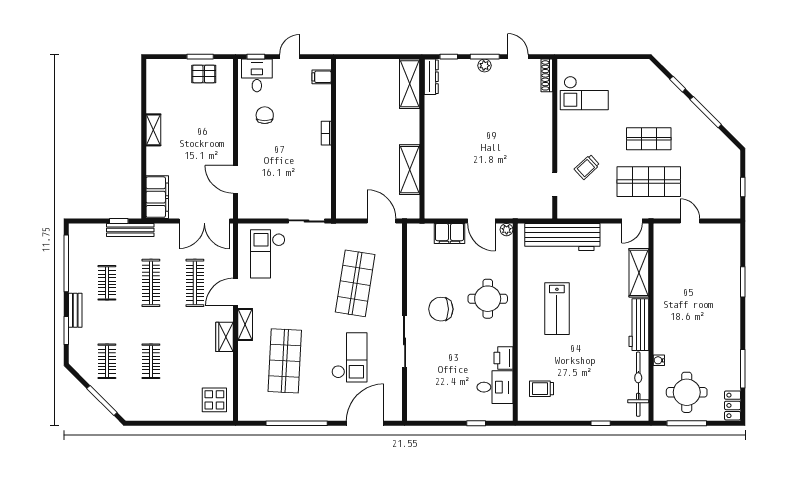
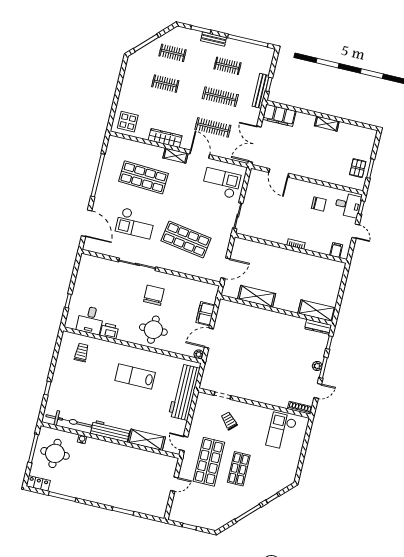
door: (235, 179) -> (279, 173), swing flipped
wardrobe: (225, 337) -> (165, 138), width x1.50

